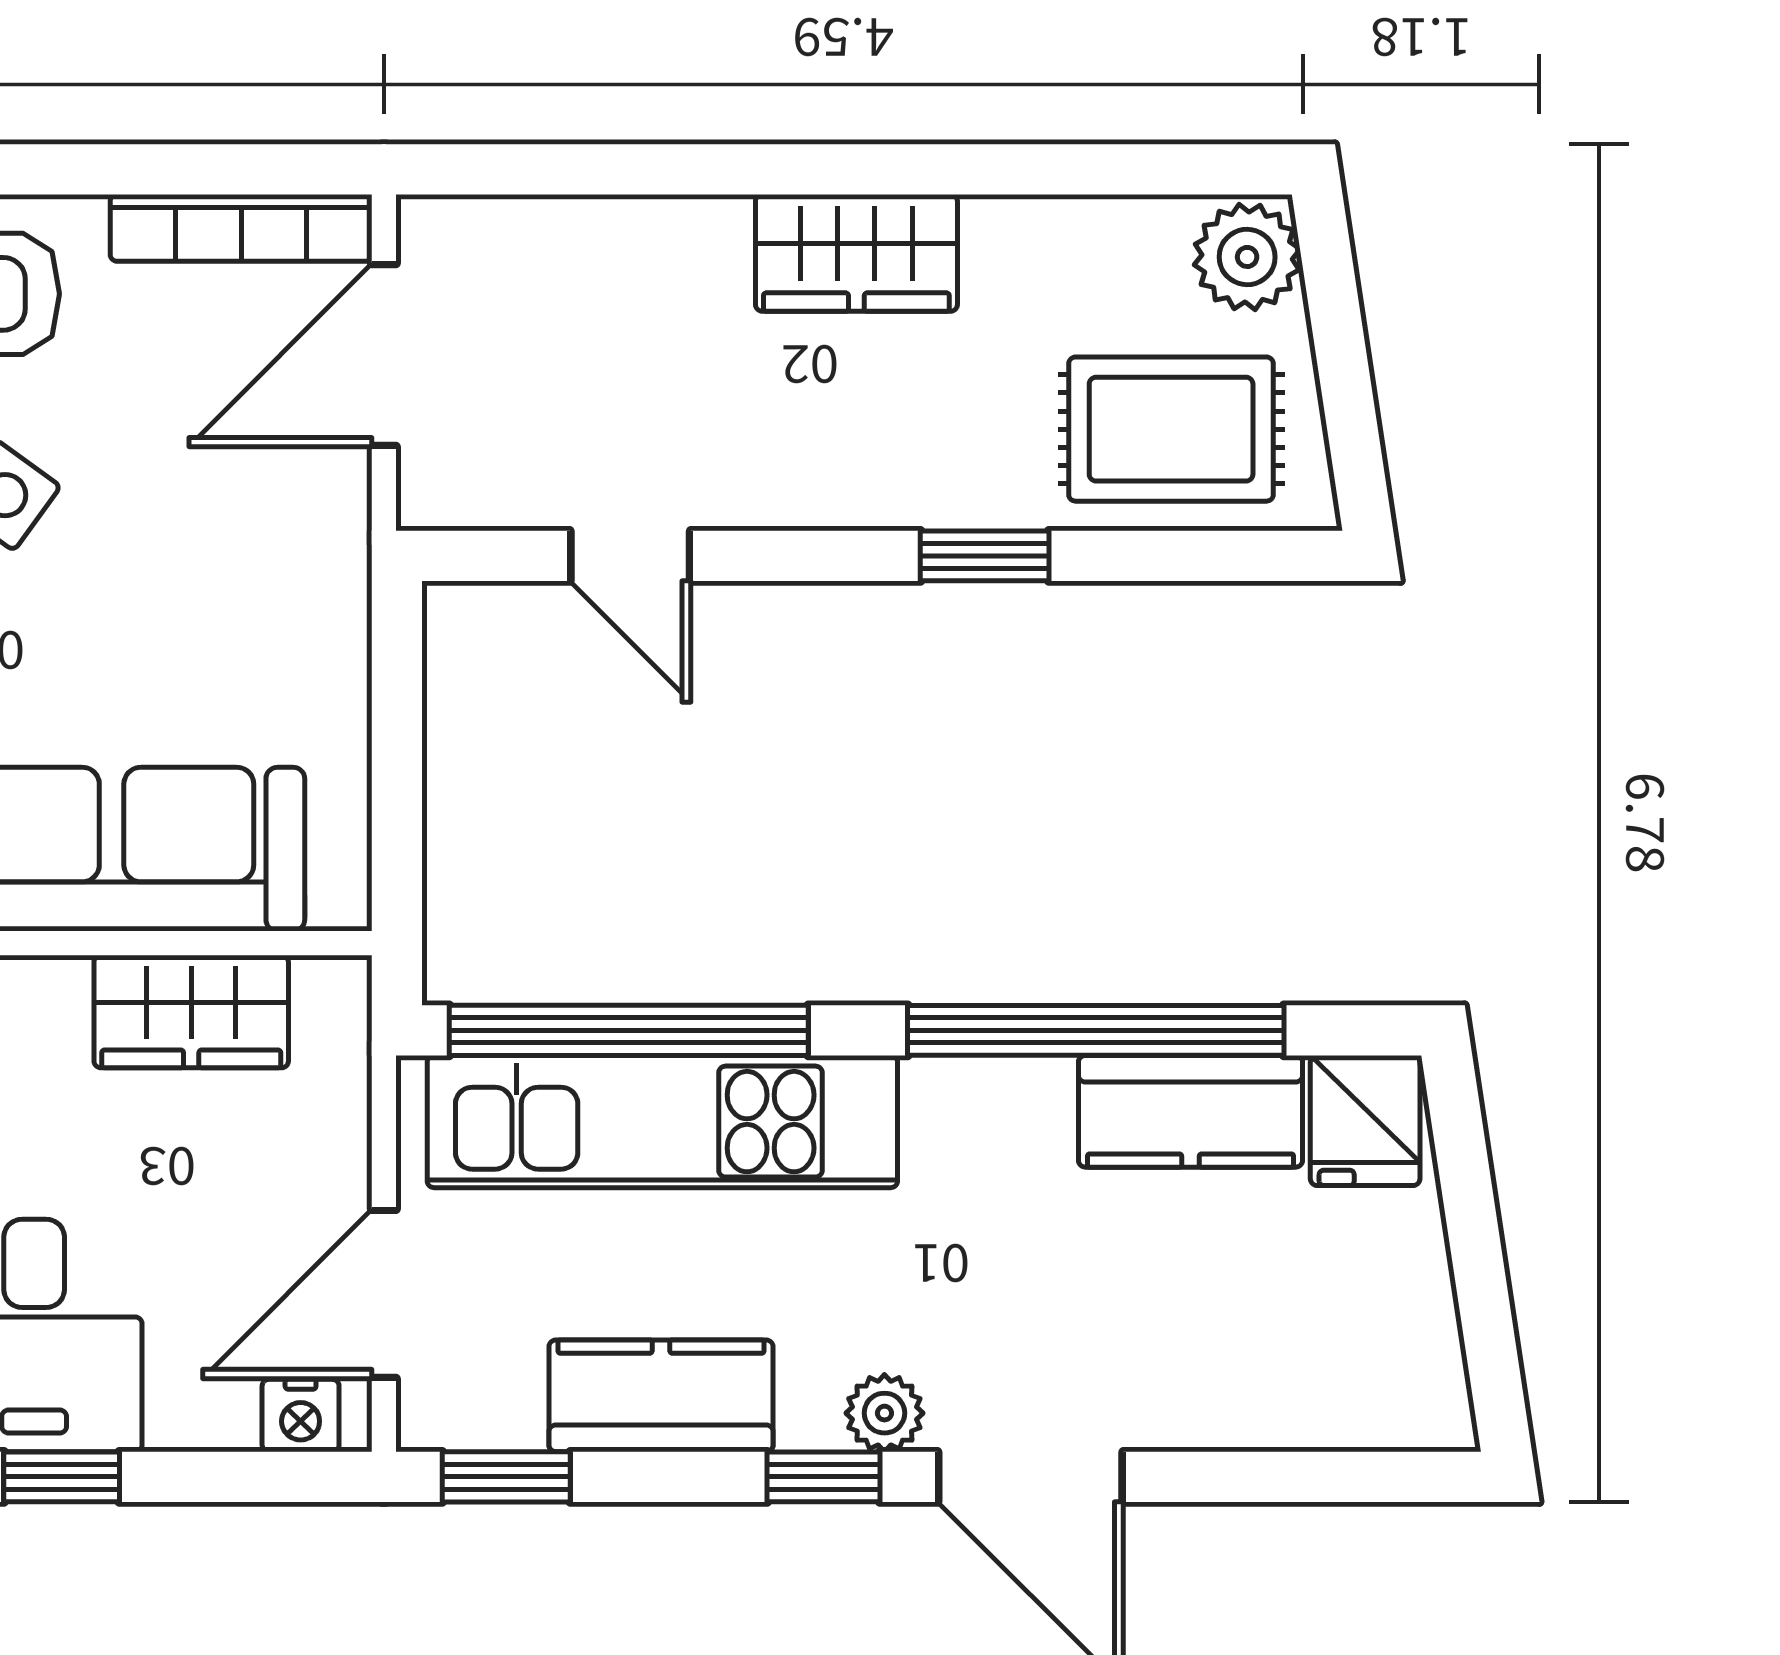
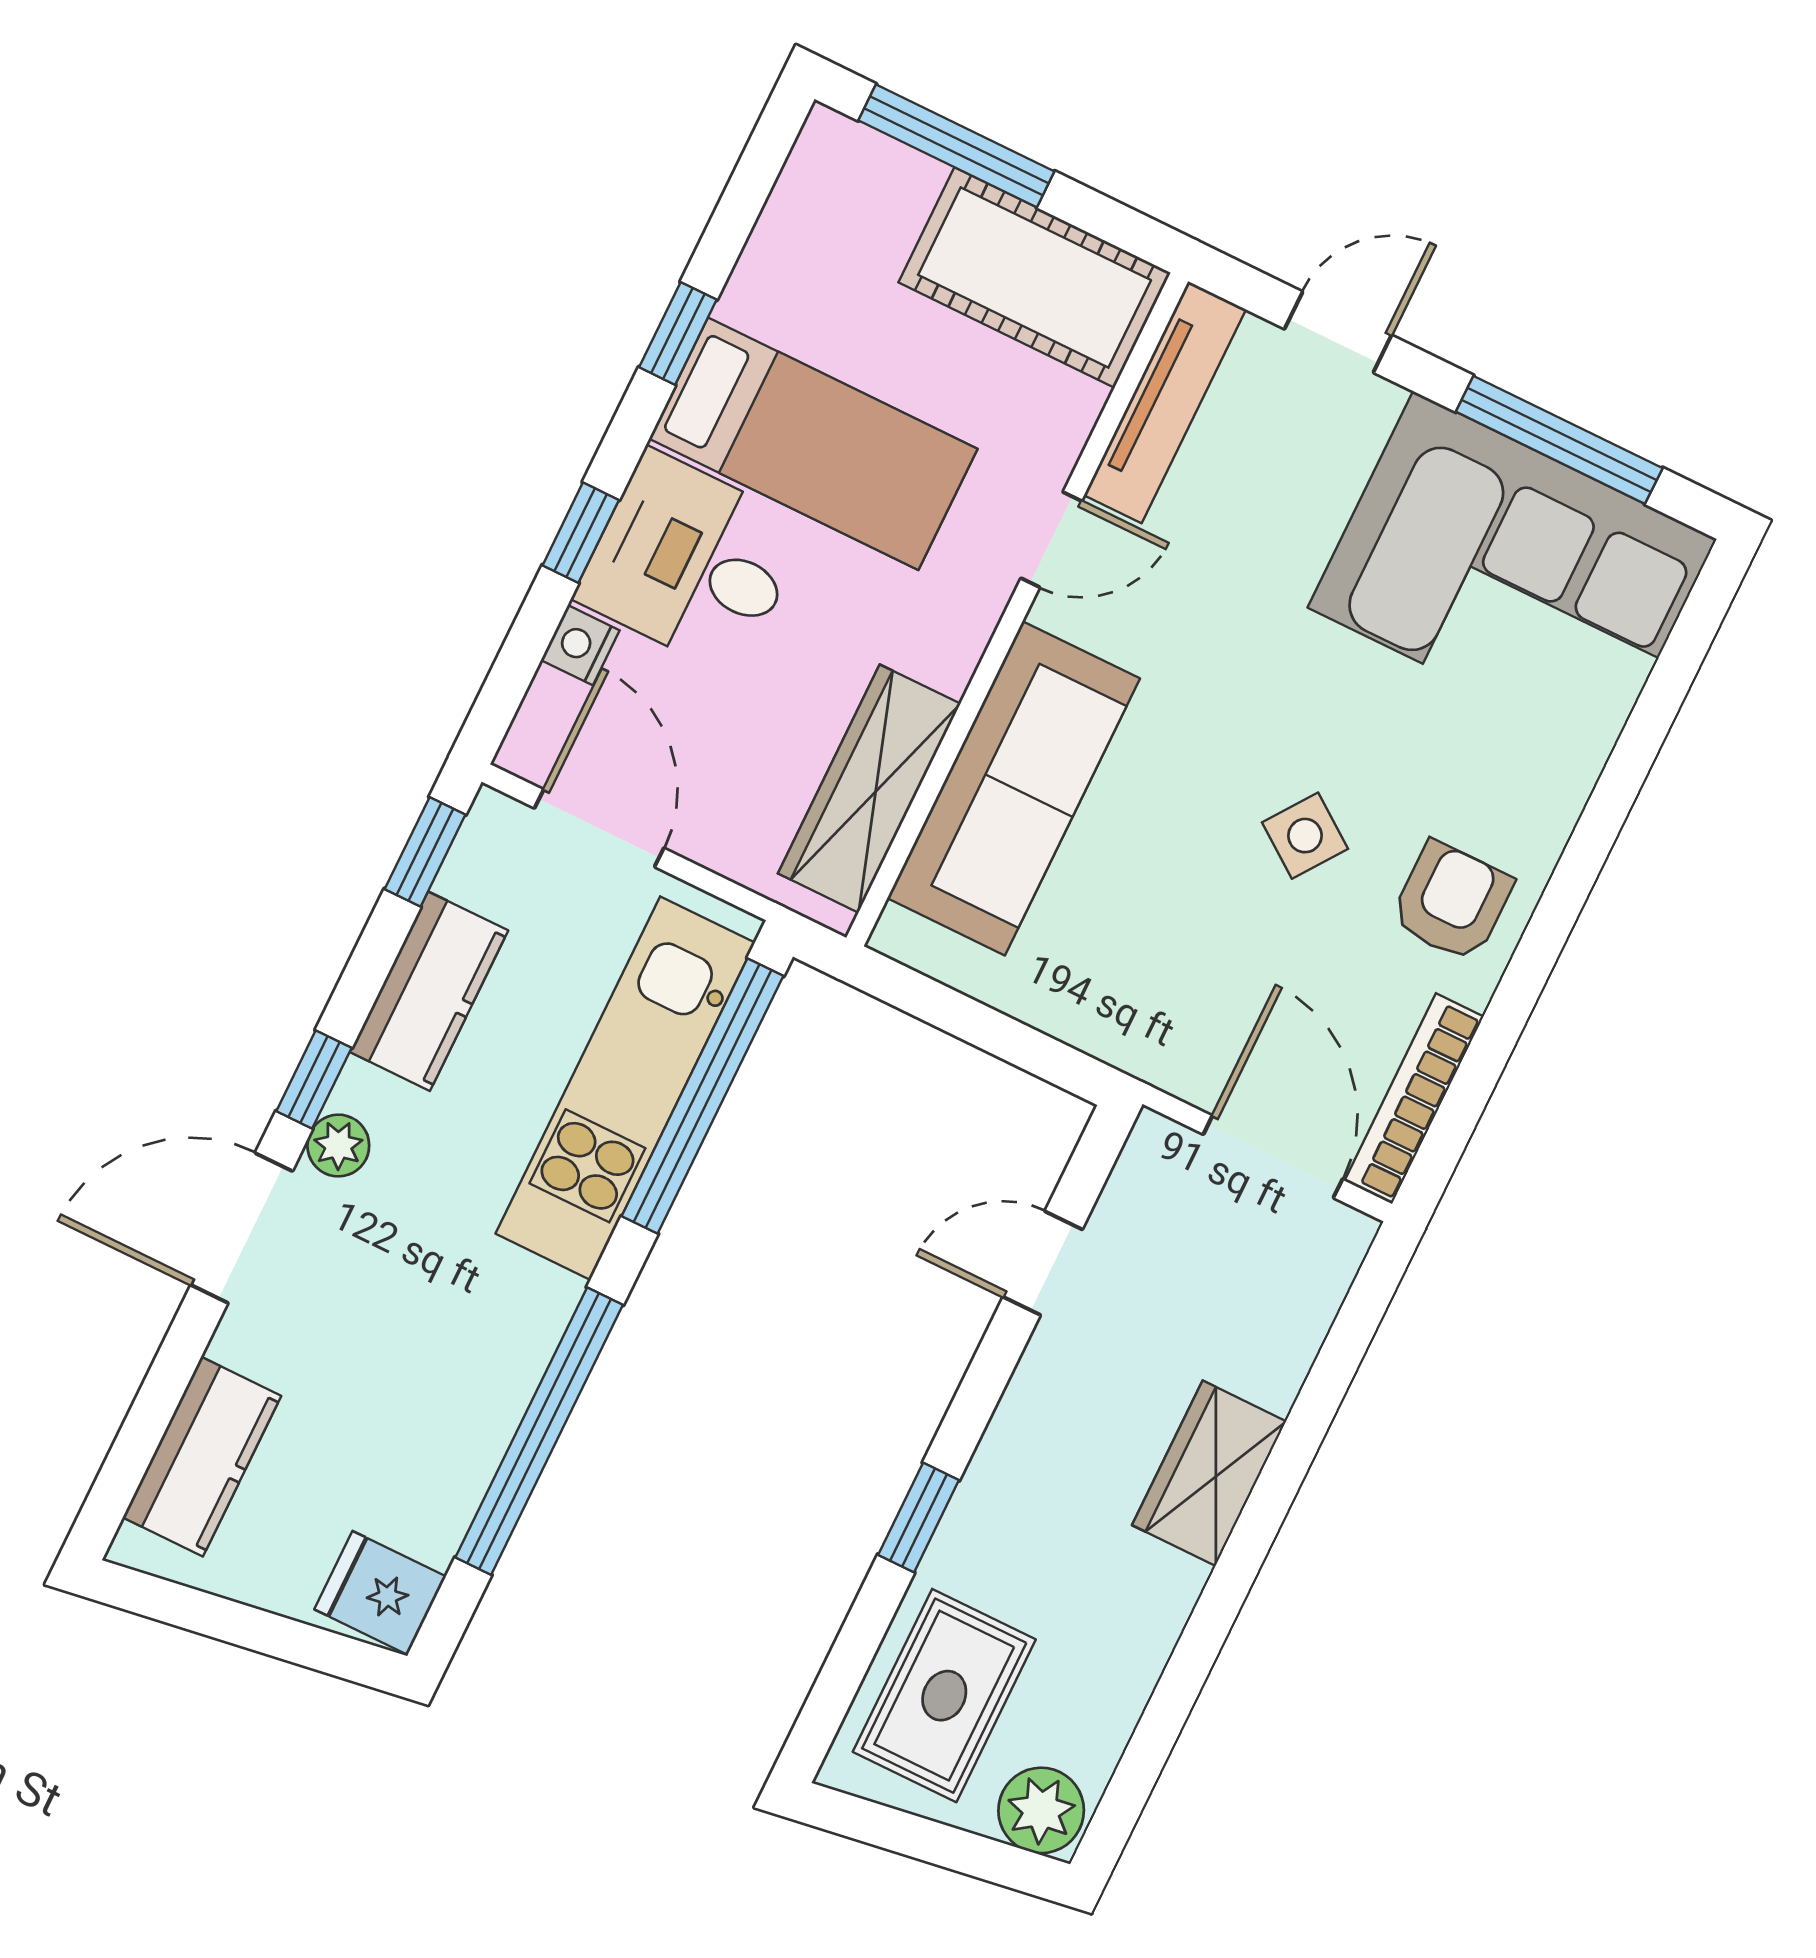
wardrobe: (856, 253) -> (1209, 1473), moved
wardrobe: (191, 1012) -> (869, 789), width x1.50
kitchen counter: (1191, 1111) -> (202, 1457), moved, turned 180
nightstand: (301, 1415) -> (580, 645), moved

